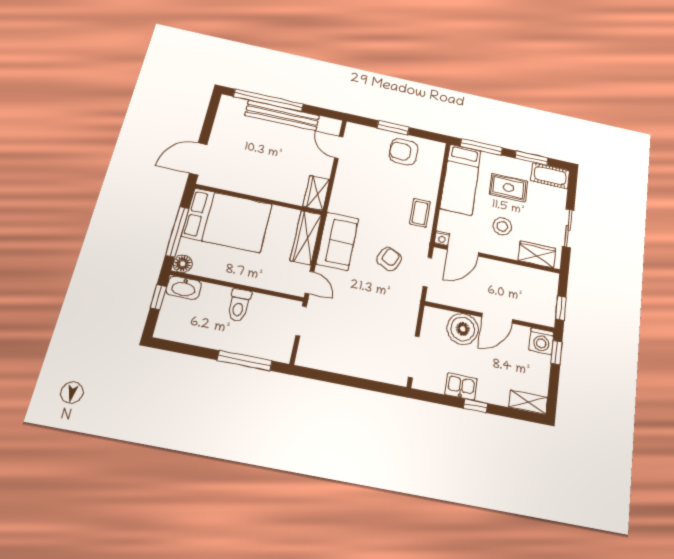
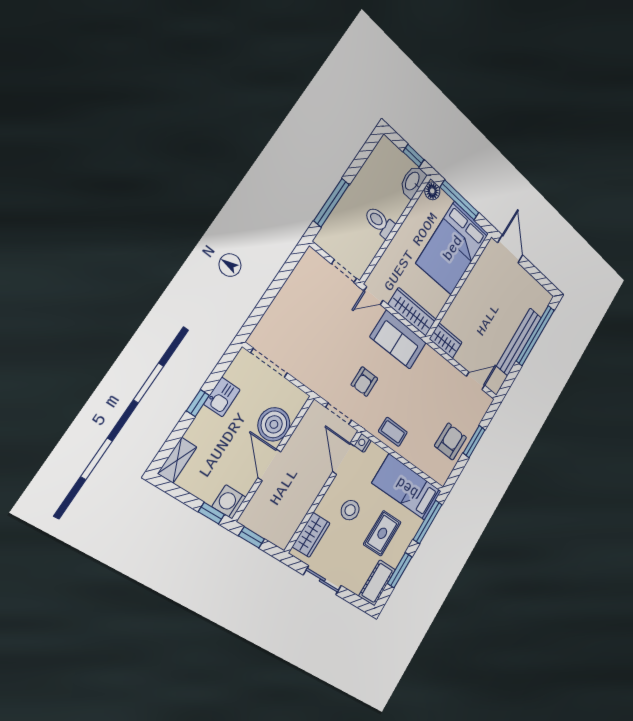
armchair: (389, 259) -> (364, 382), turned 65

